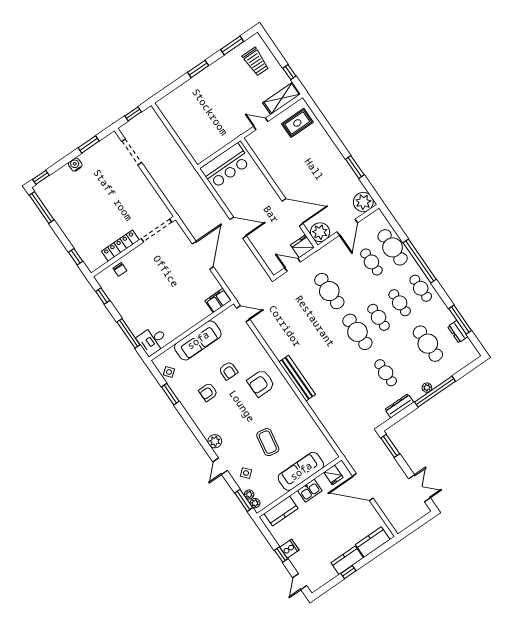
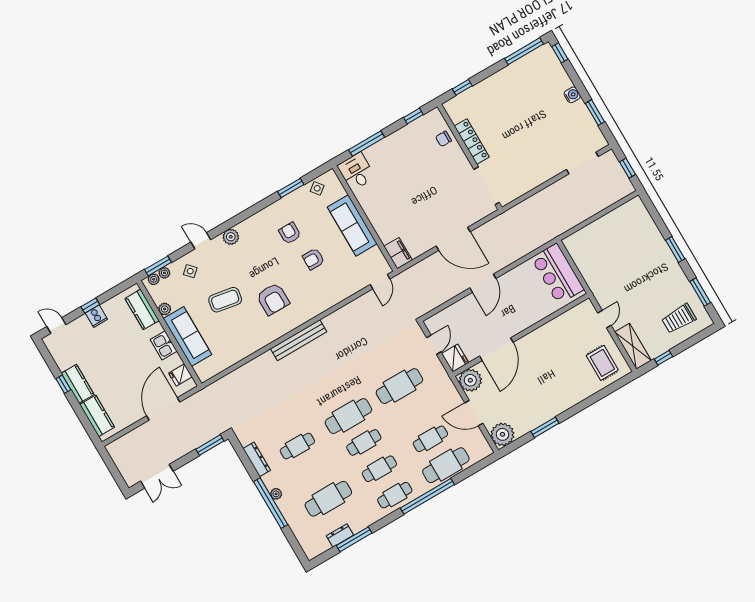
armchair: (261, 383) -> (273, 299), moved, turned 180
plant: (279, 492) -> (165, 309), added

